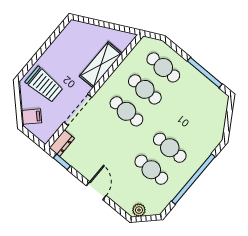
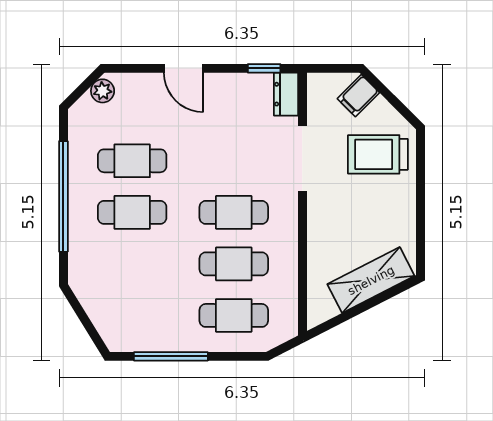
shelving: (101, 65) -> (371, 280), moved, turned 63

